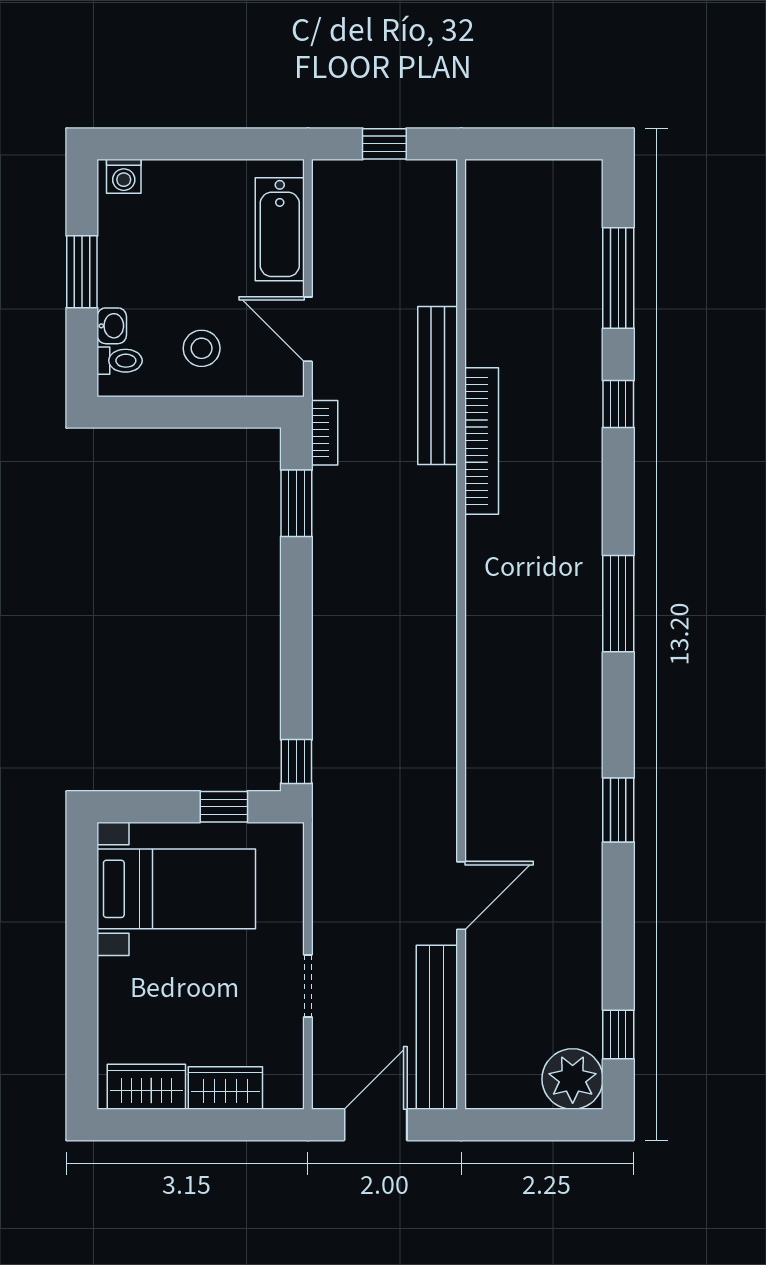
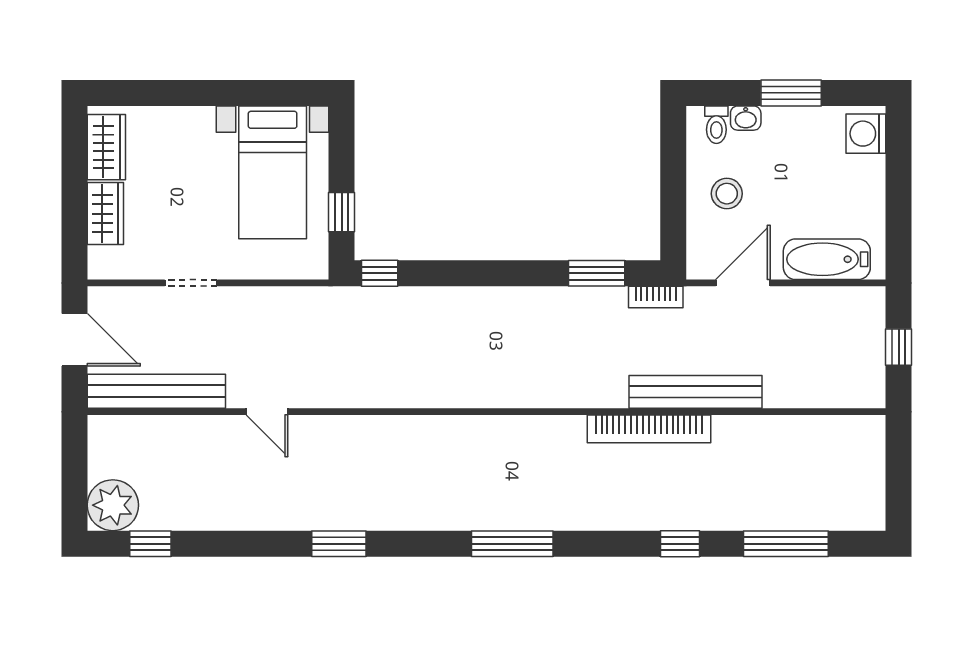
washing machine: (124, 176) -> (866, 134), width x1.38, depth x1.38
door: (461, 896) -> (267, 412), width x0.73

